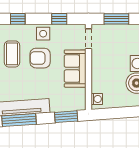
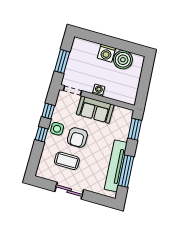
window: (18, 19) -> (42, 134), moved
washing machine: (97, 99) -> (99, 90), moved

